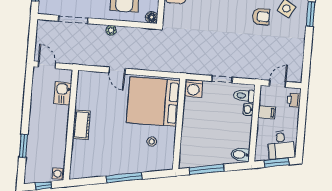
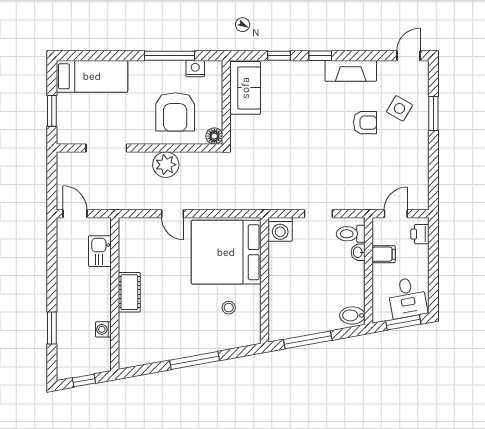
plant: (111, 30) -> (166, 165), width x1.88, depth x1.88
washing machine: (58, 174) -> (103, 329), moved

